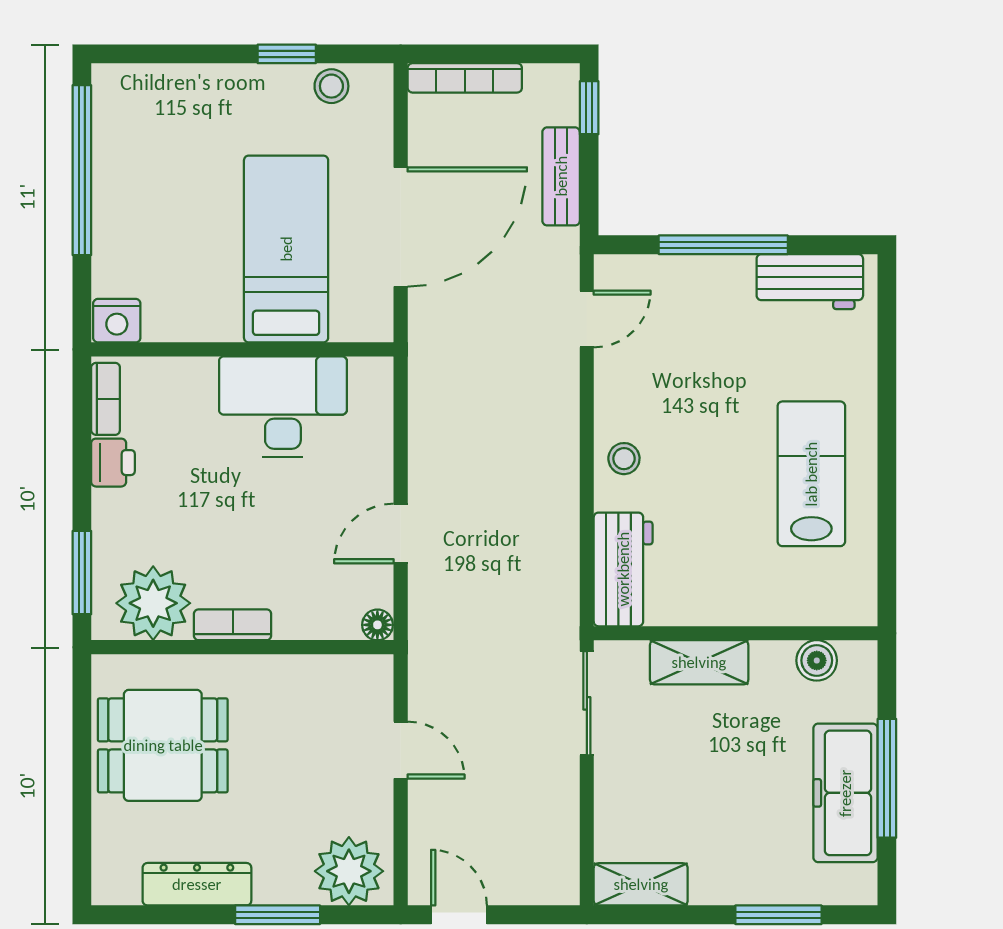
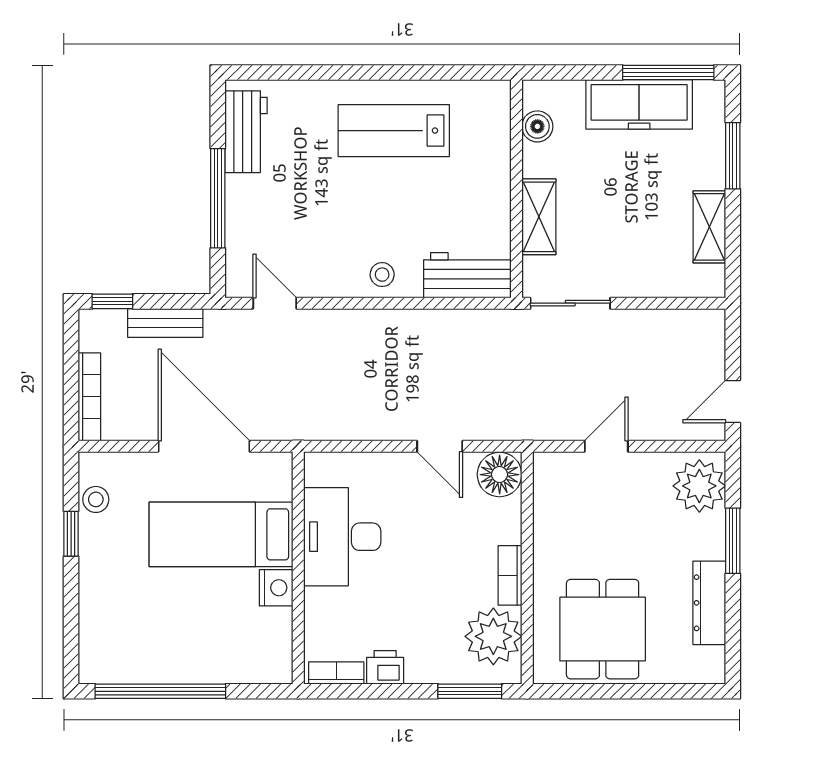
nightstand: (117, 321) -> (276, 588), moved
floor lamp: (377, 625) -> (500, 475), width x1.89, depth x1.89
window: (887, 778) -> (668, 72), moved
shelving: (641, 884) -> (709, 227), moved

